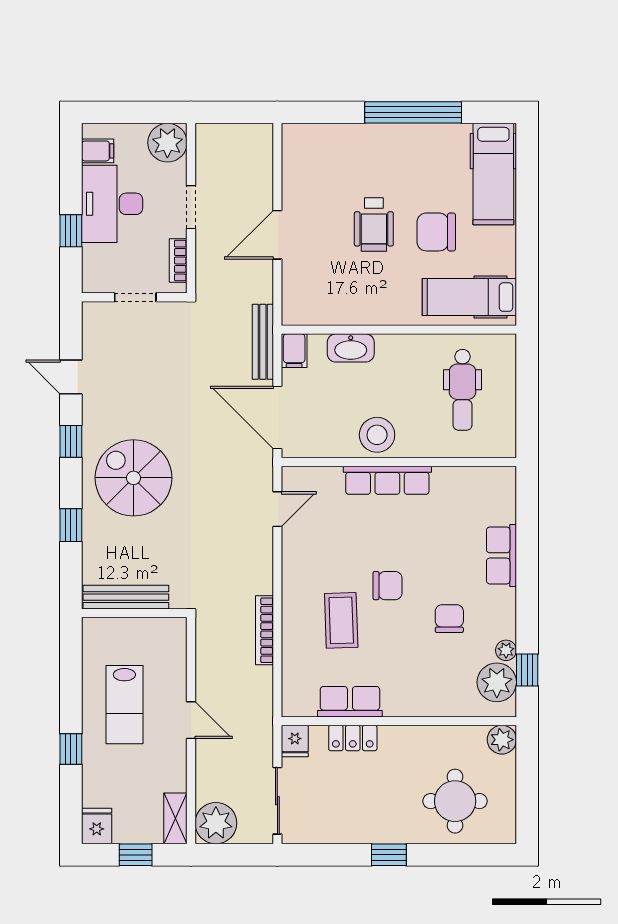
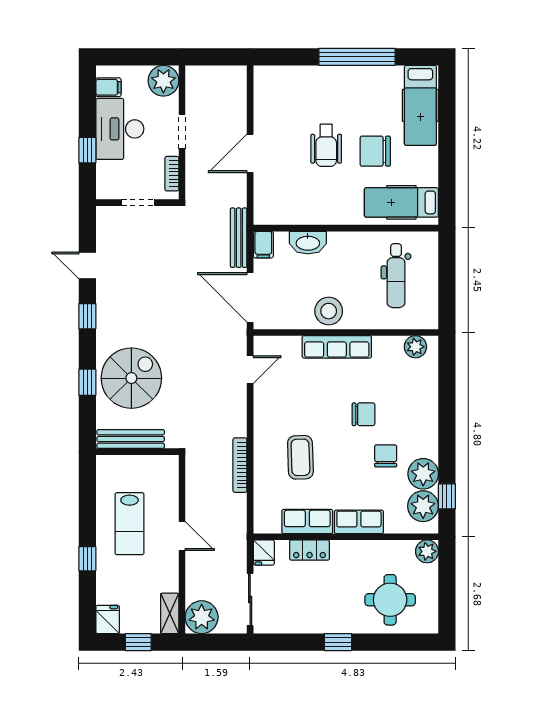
spiral stairs: (133, 478) -> (131, 378), moved, turned 90
plant: (487, 480) -> (415, 347), added
row of seats: (501, 555) -> (359, 522), moved, turned 90
chair: (388, 586) -> (363, 414), moved
plant: (506, 650) -> (423, 474), width x1.88, depth x1.88

